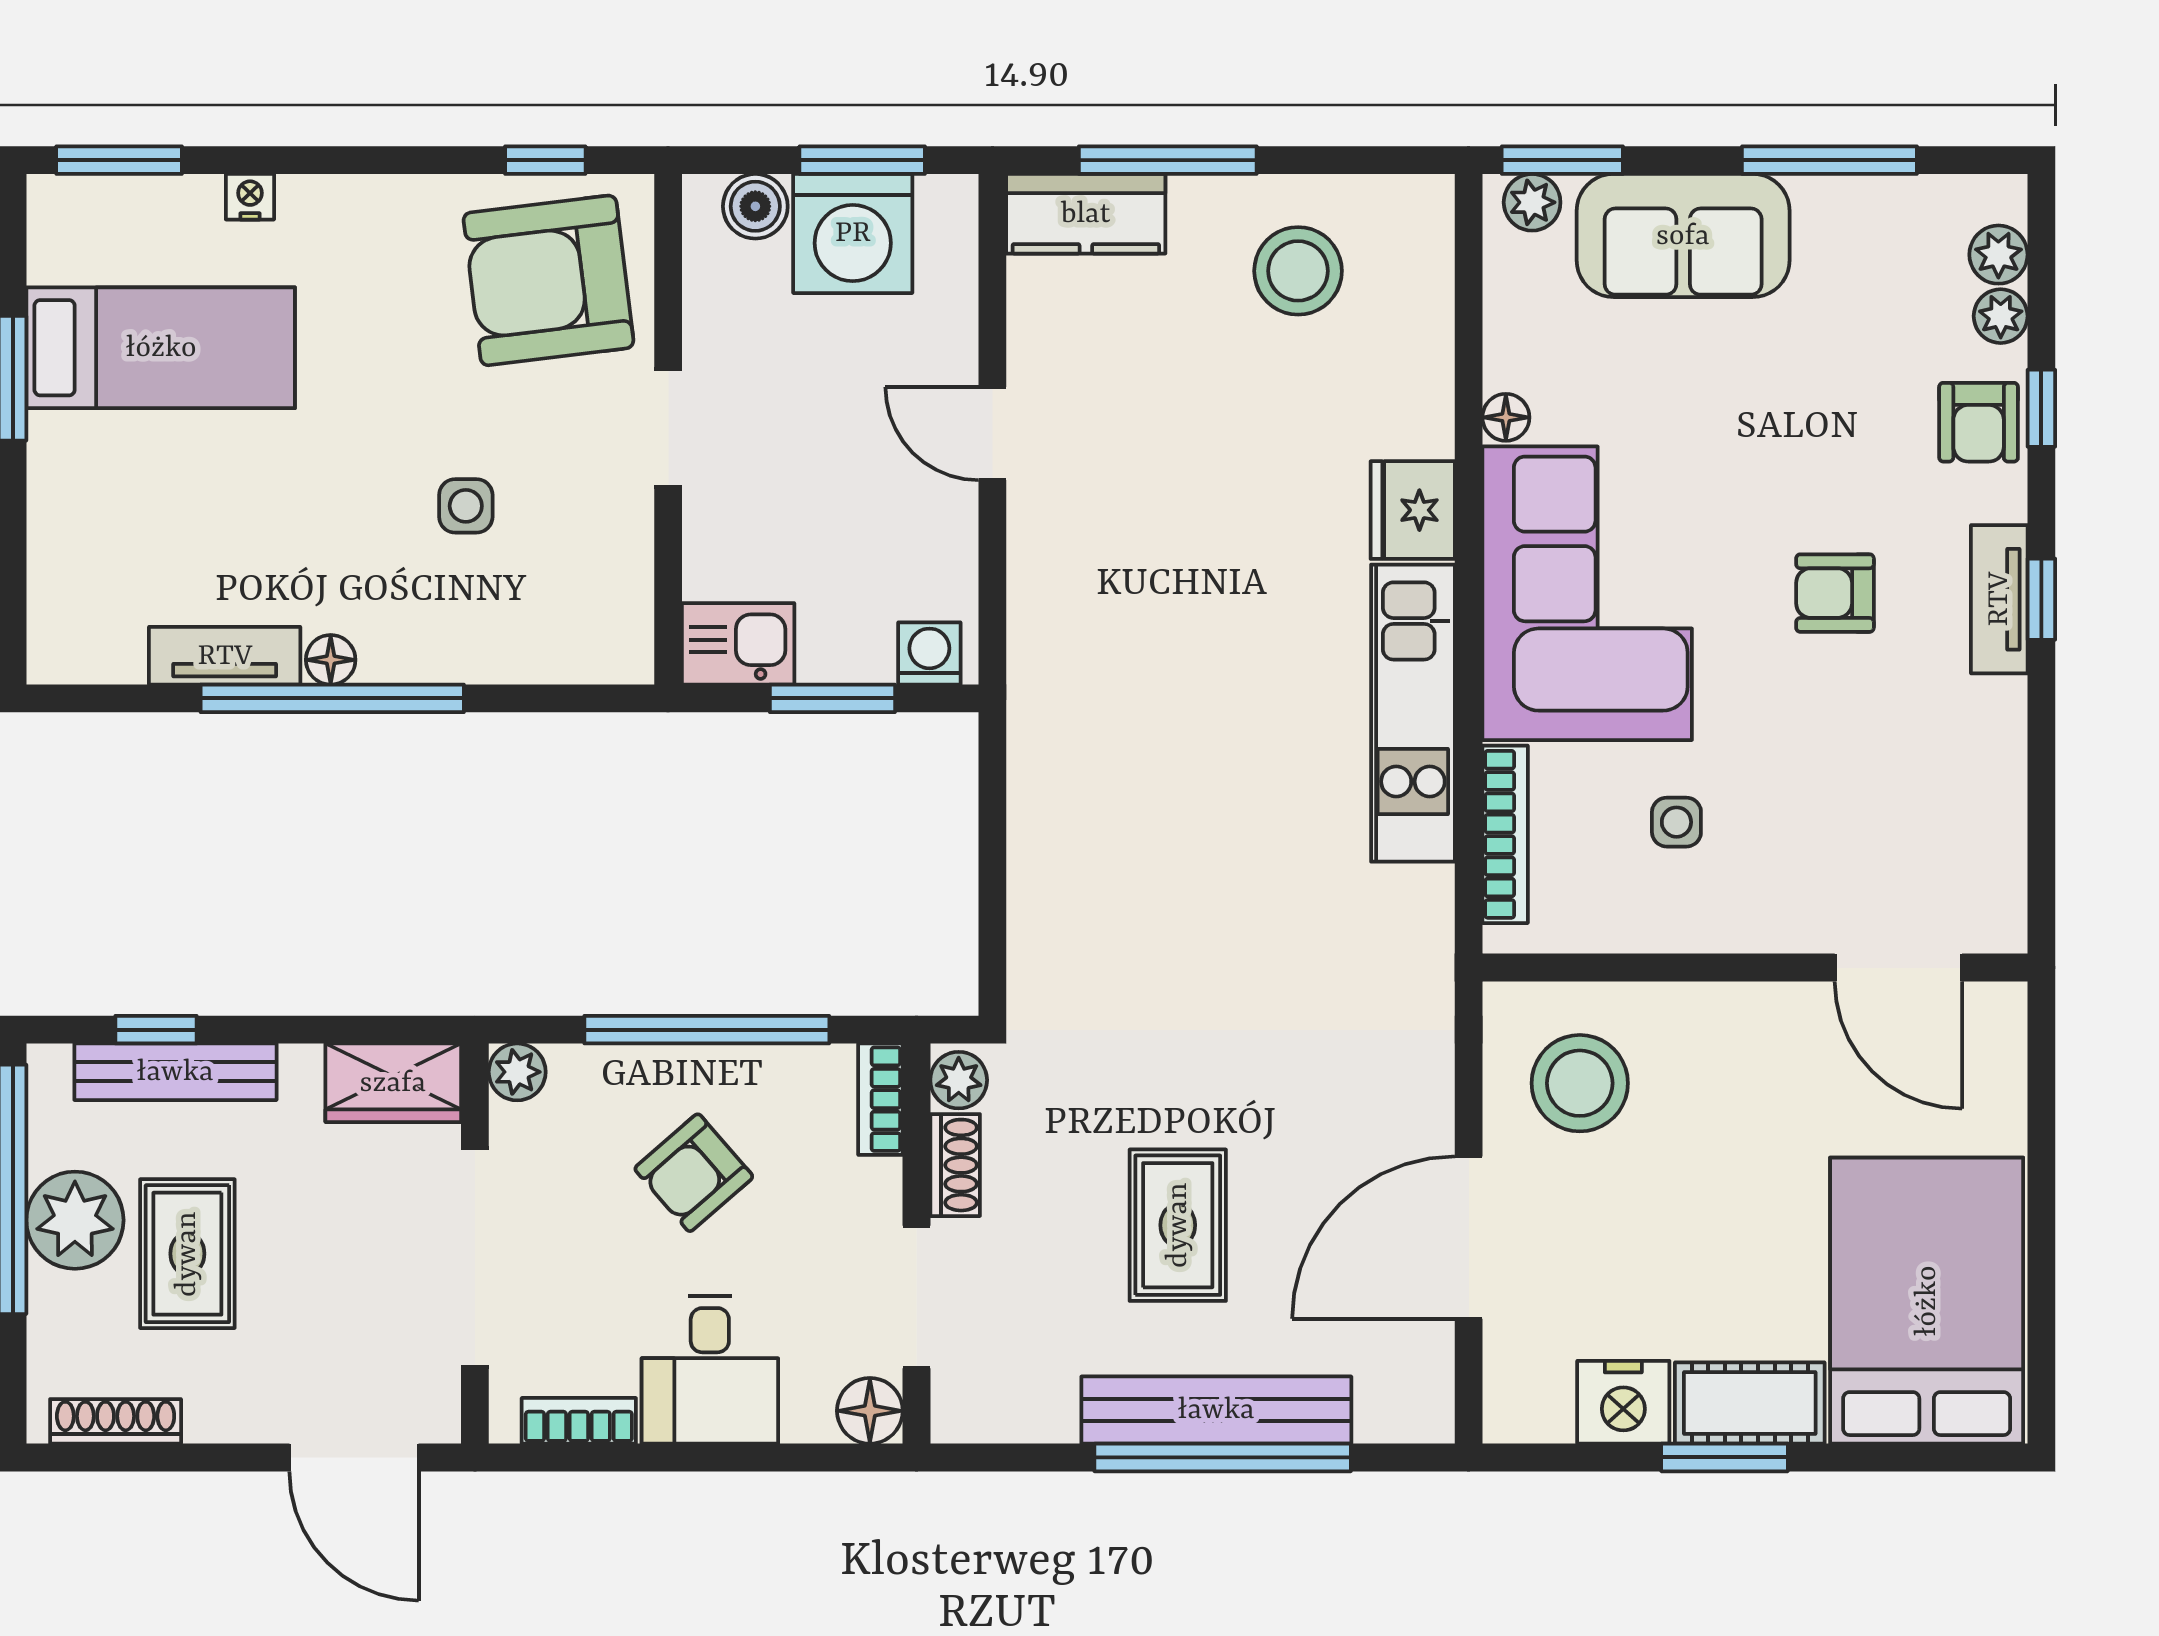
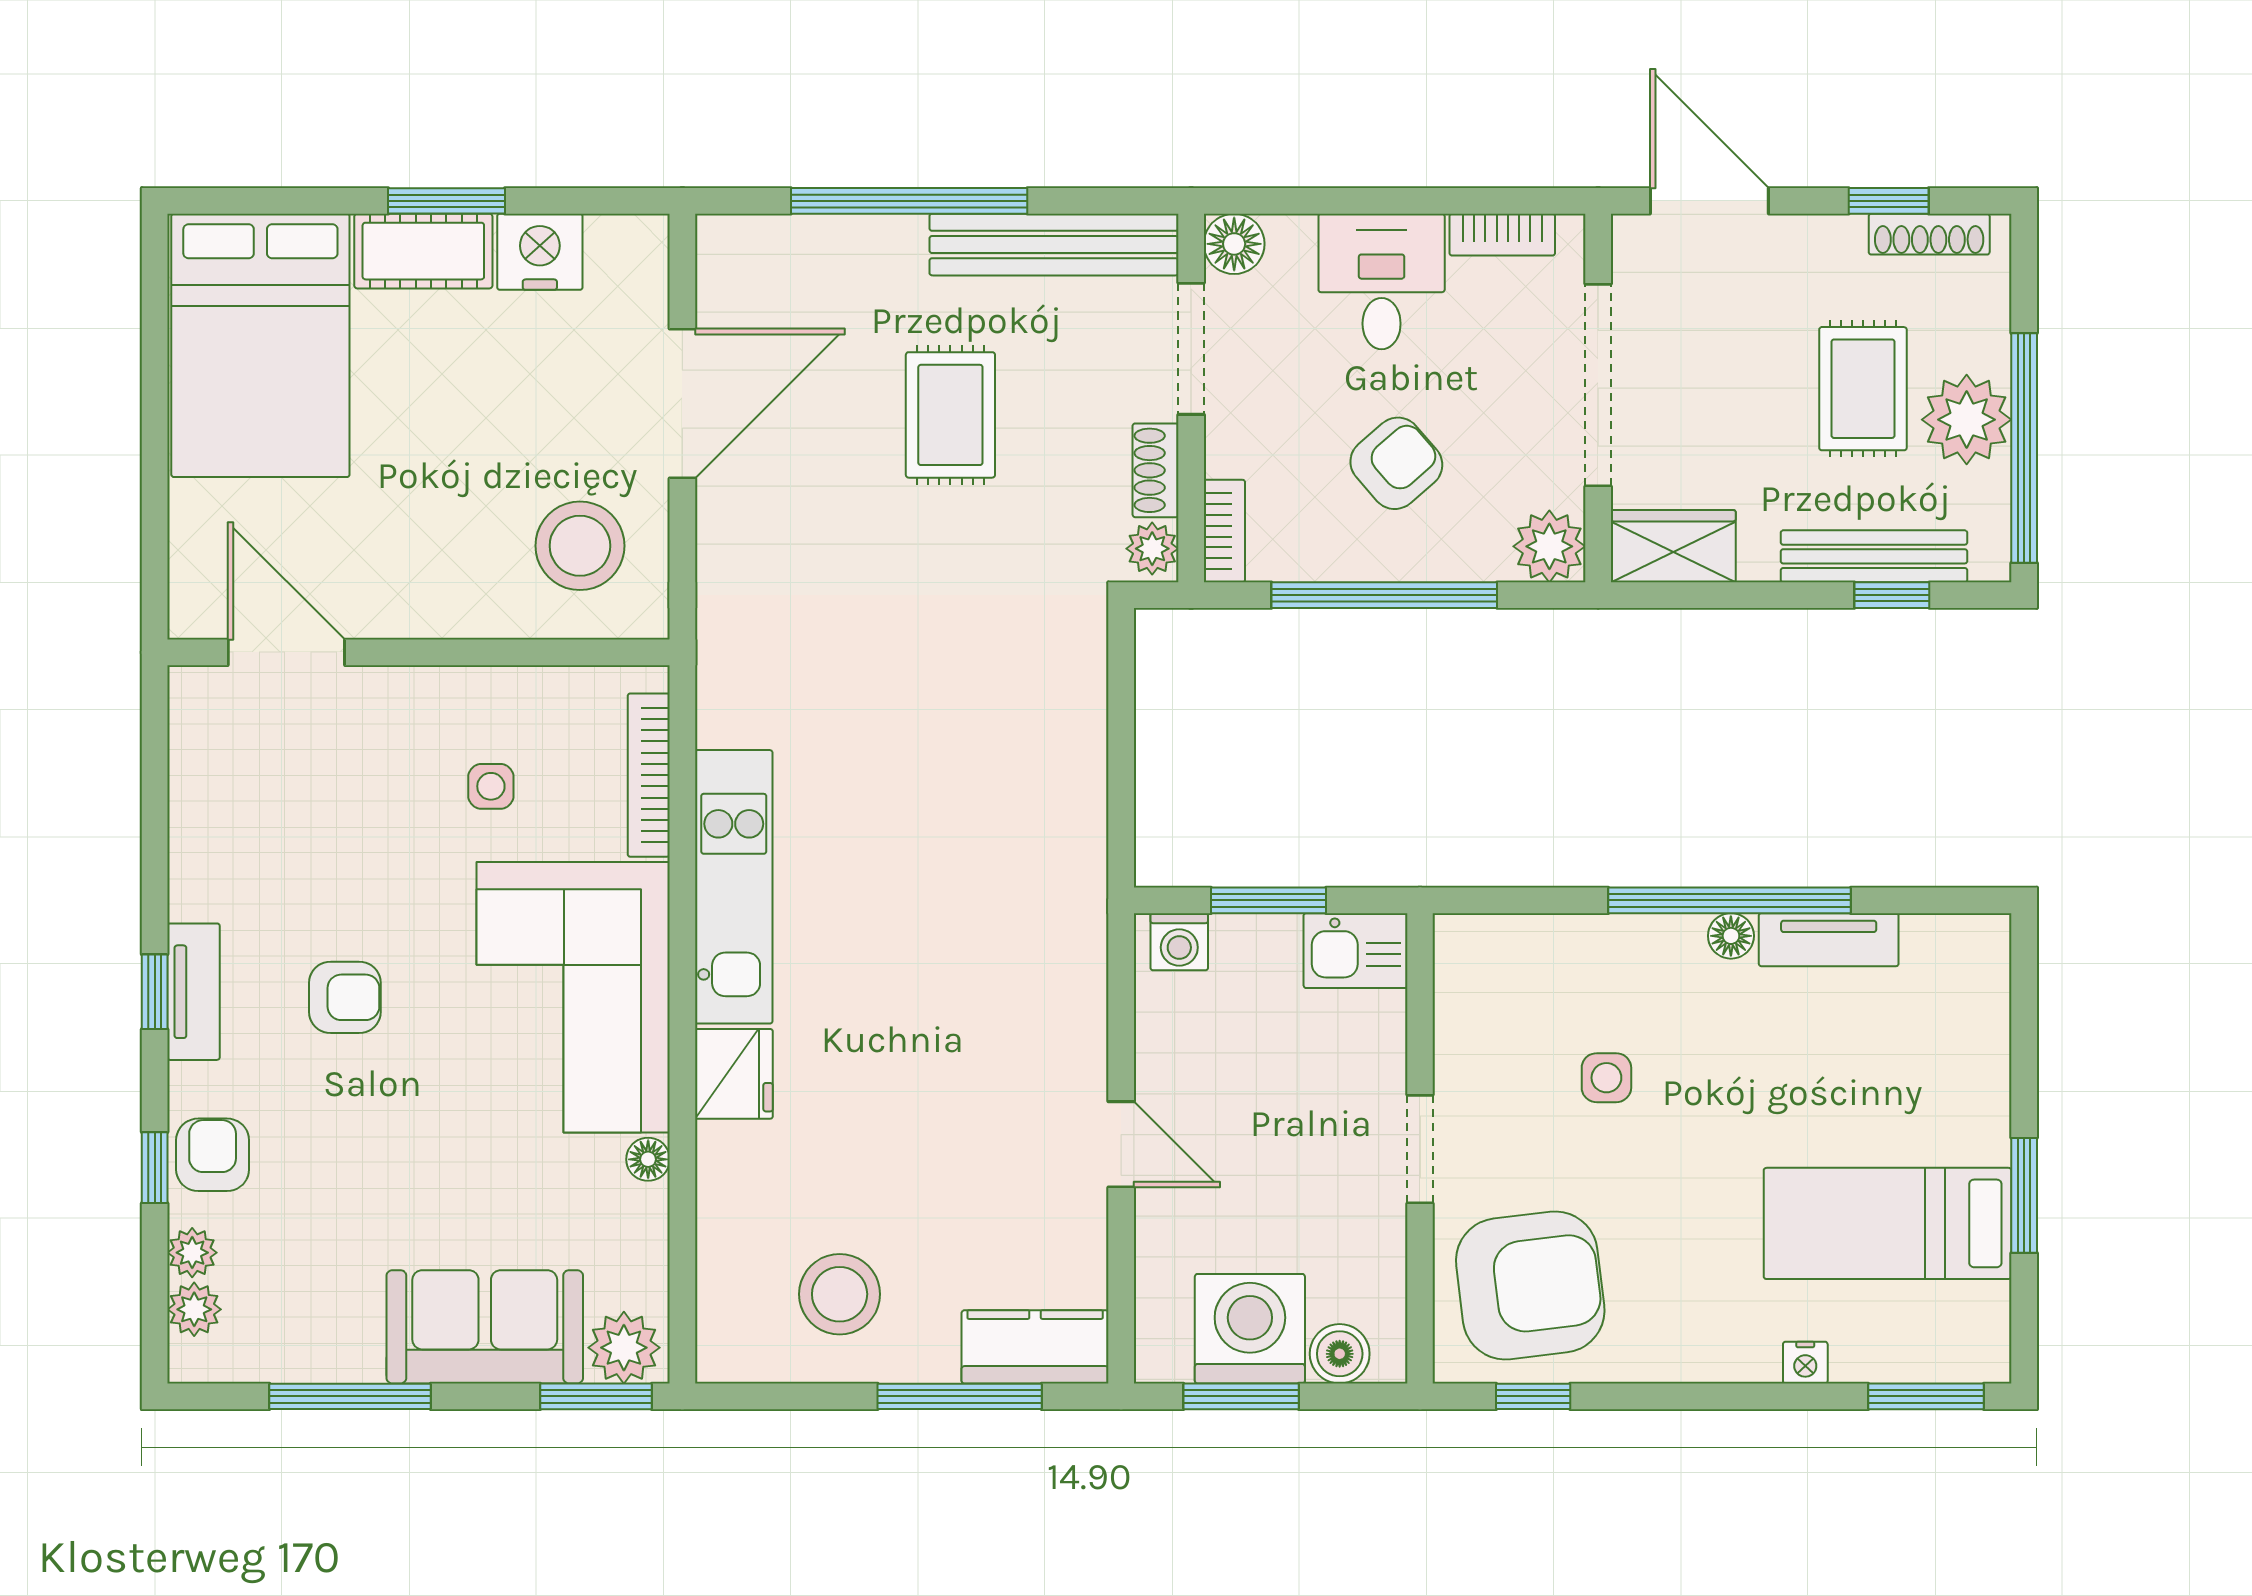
plant: (1532, 202) -> (624, 1348), width x1.38, depth x1.38
plant: (517, 1072) -> (1549, 546), width x1.38, depth x1.38
bench: (1216, 1410) -> (1054, 245), moved
window: (160, 1457) -> (1889, 201), added

